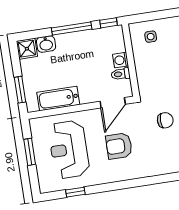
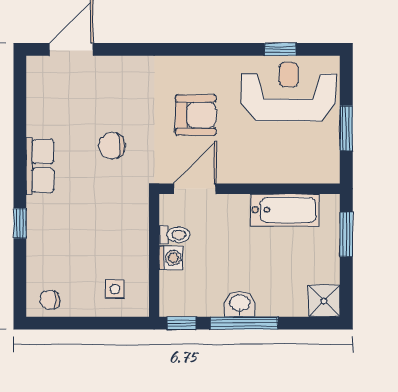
washbasin: (46, 44) -> (240, 304), moved
reception desk: (69, 149) -> (289, 92), moved, turned -90

